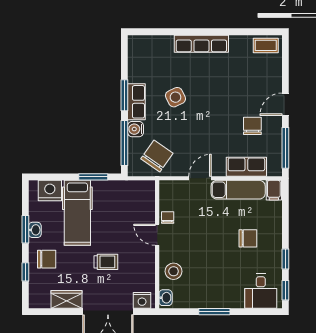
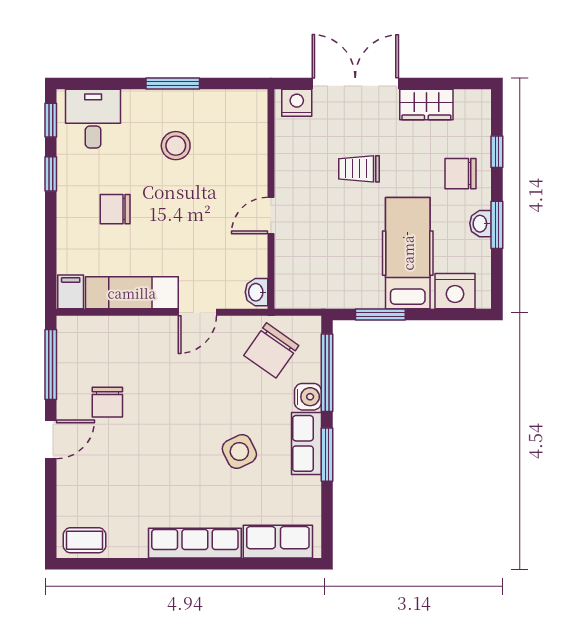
row of seats: (246, 167) -> (278, 542), moved, turned 180
chair: (168, 217) -> (253, 245), removed
door: (157, 235) -> (271, 215), swing flipped
stool: (174, 271) -> (176, 146), moved
washbasin: (166, 298) -> (256, 292), moved

